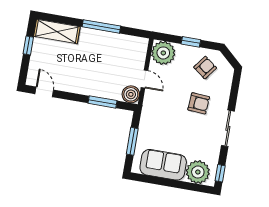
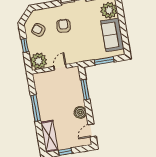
boiler: (131, 94) -> (80, 112), moved

